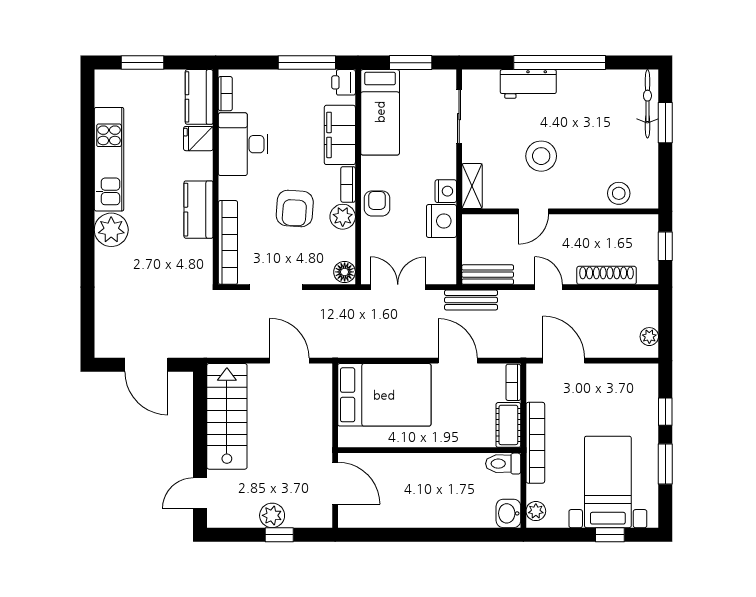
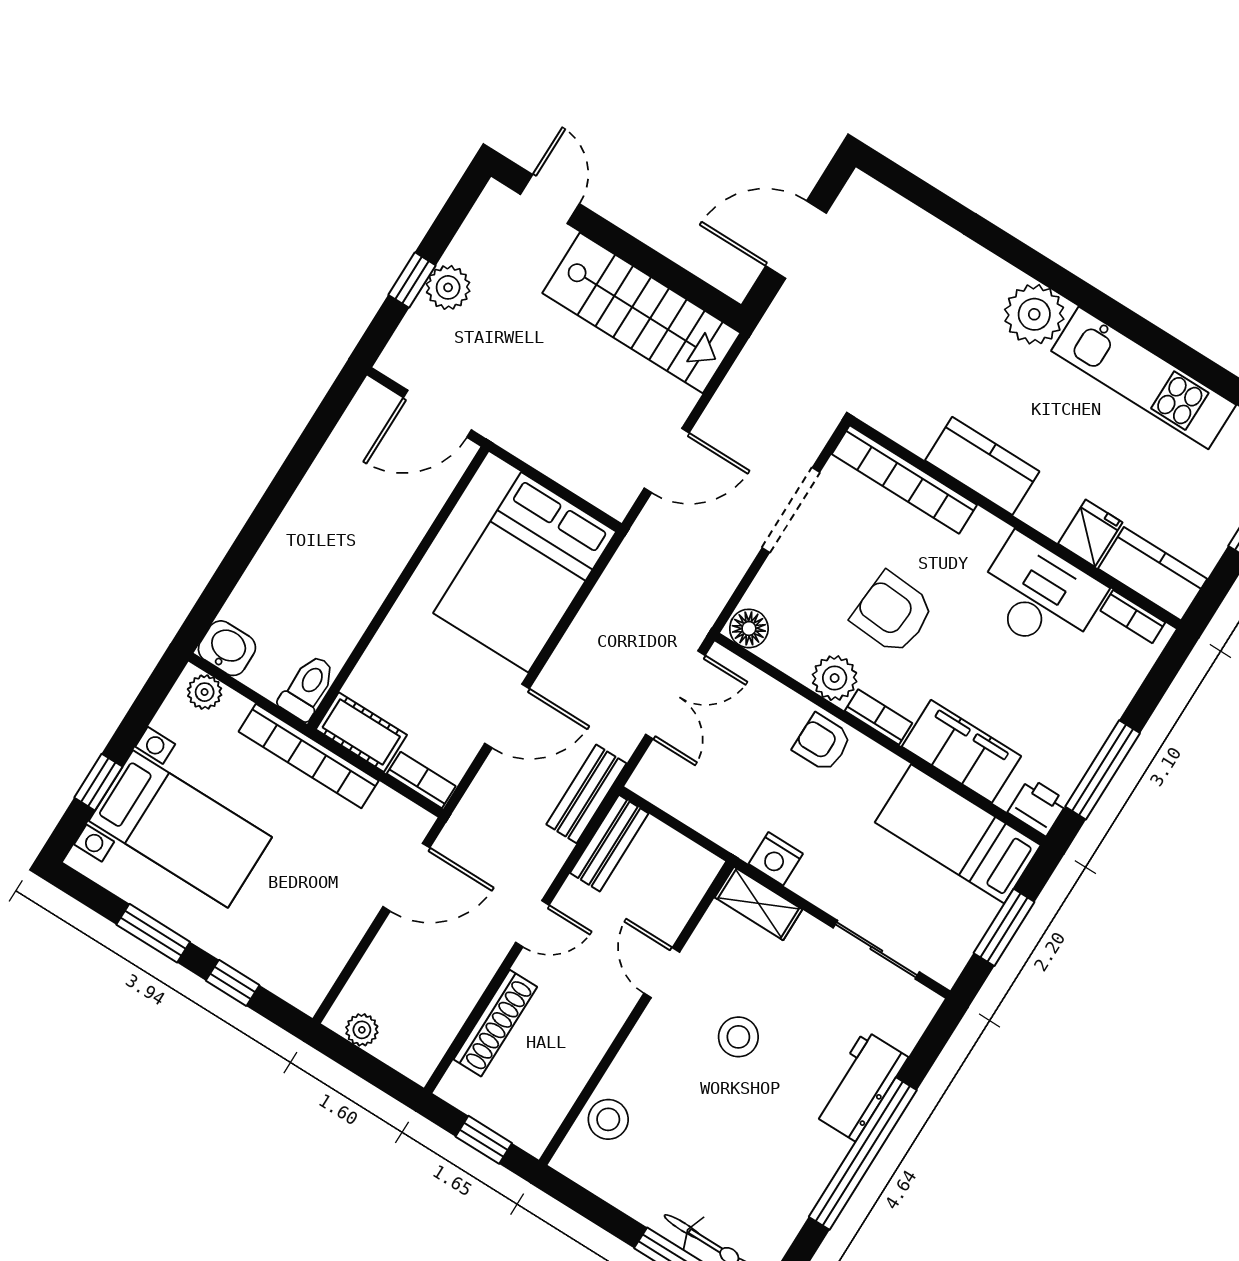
stool: (541, 156) -> (738, 1037), width x0.73, depth x0.73
armchair: (377, 203) -> (822, 743), turned 180
nightstand: (441, 221) -> (734, 824), removed

